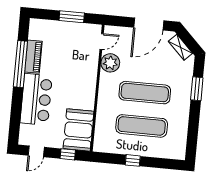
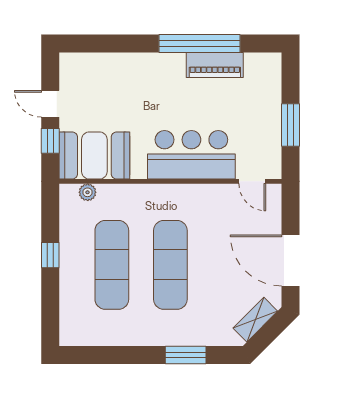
plant: (110, 63) -> (88, 192), moved, width x0.53, depth x0.53
bar counter: (36, 99) -> (191, 155), moved, turned 180
door: (36, 151) -> (50, 104), moved

